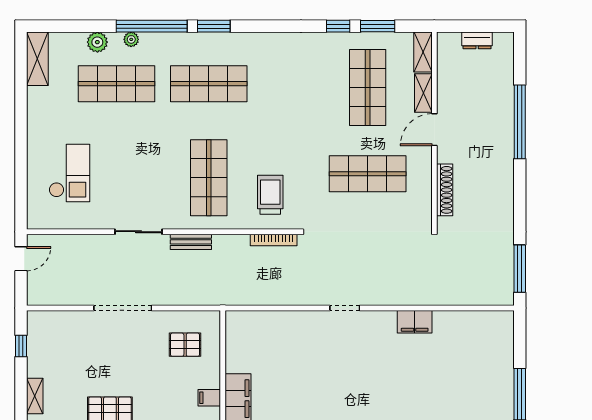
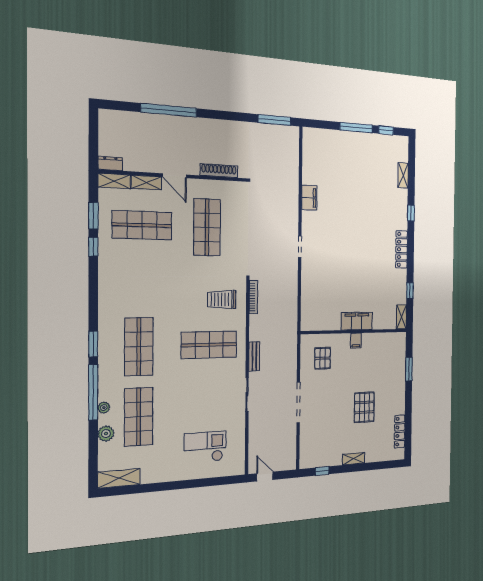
dresser: (477, 40) -> (110, 163), moved, turned -90

